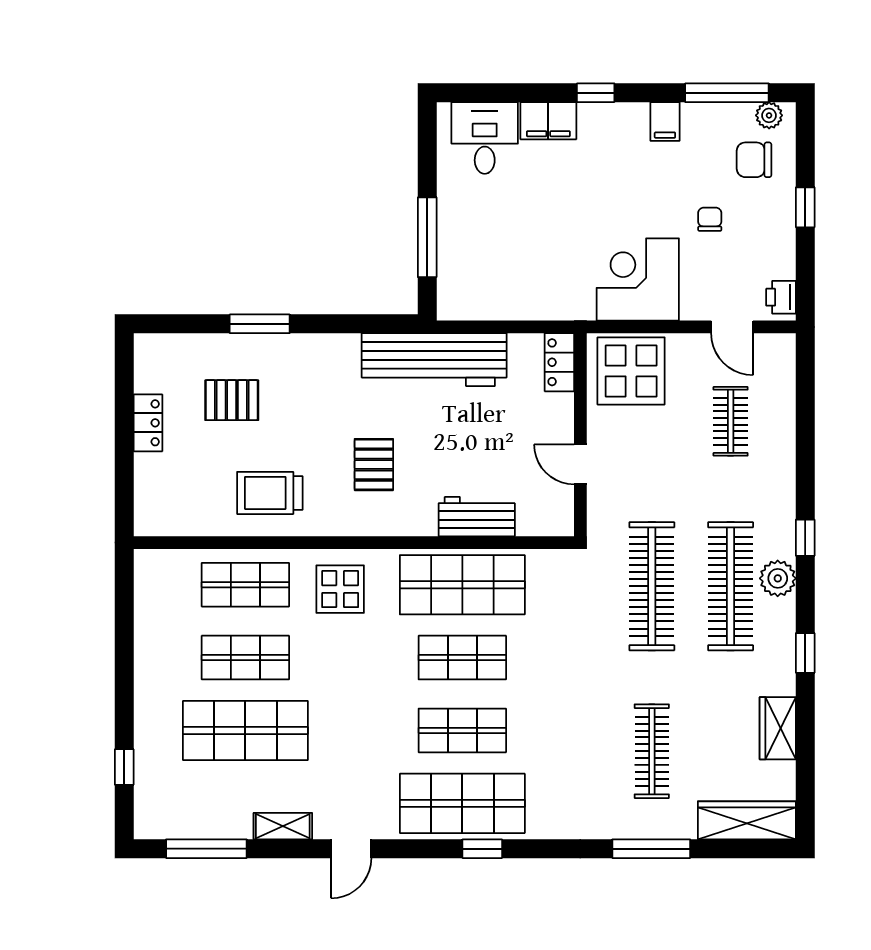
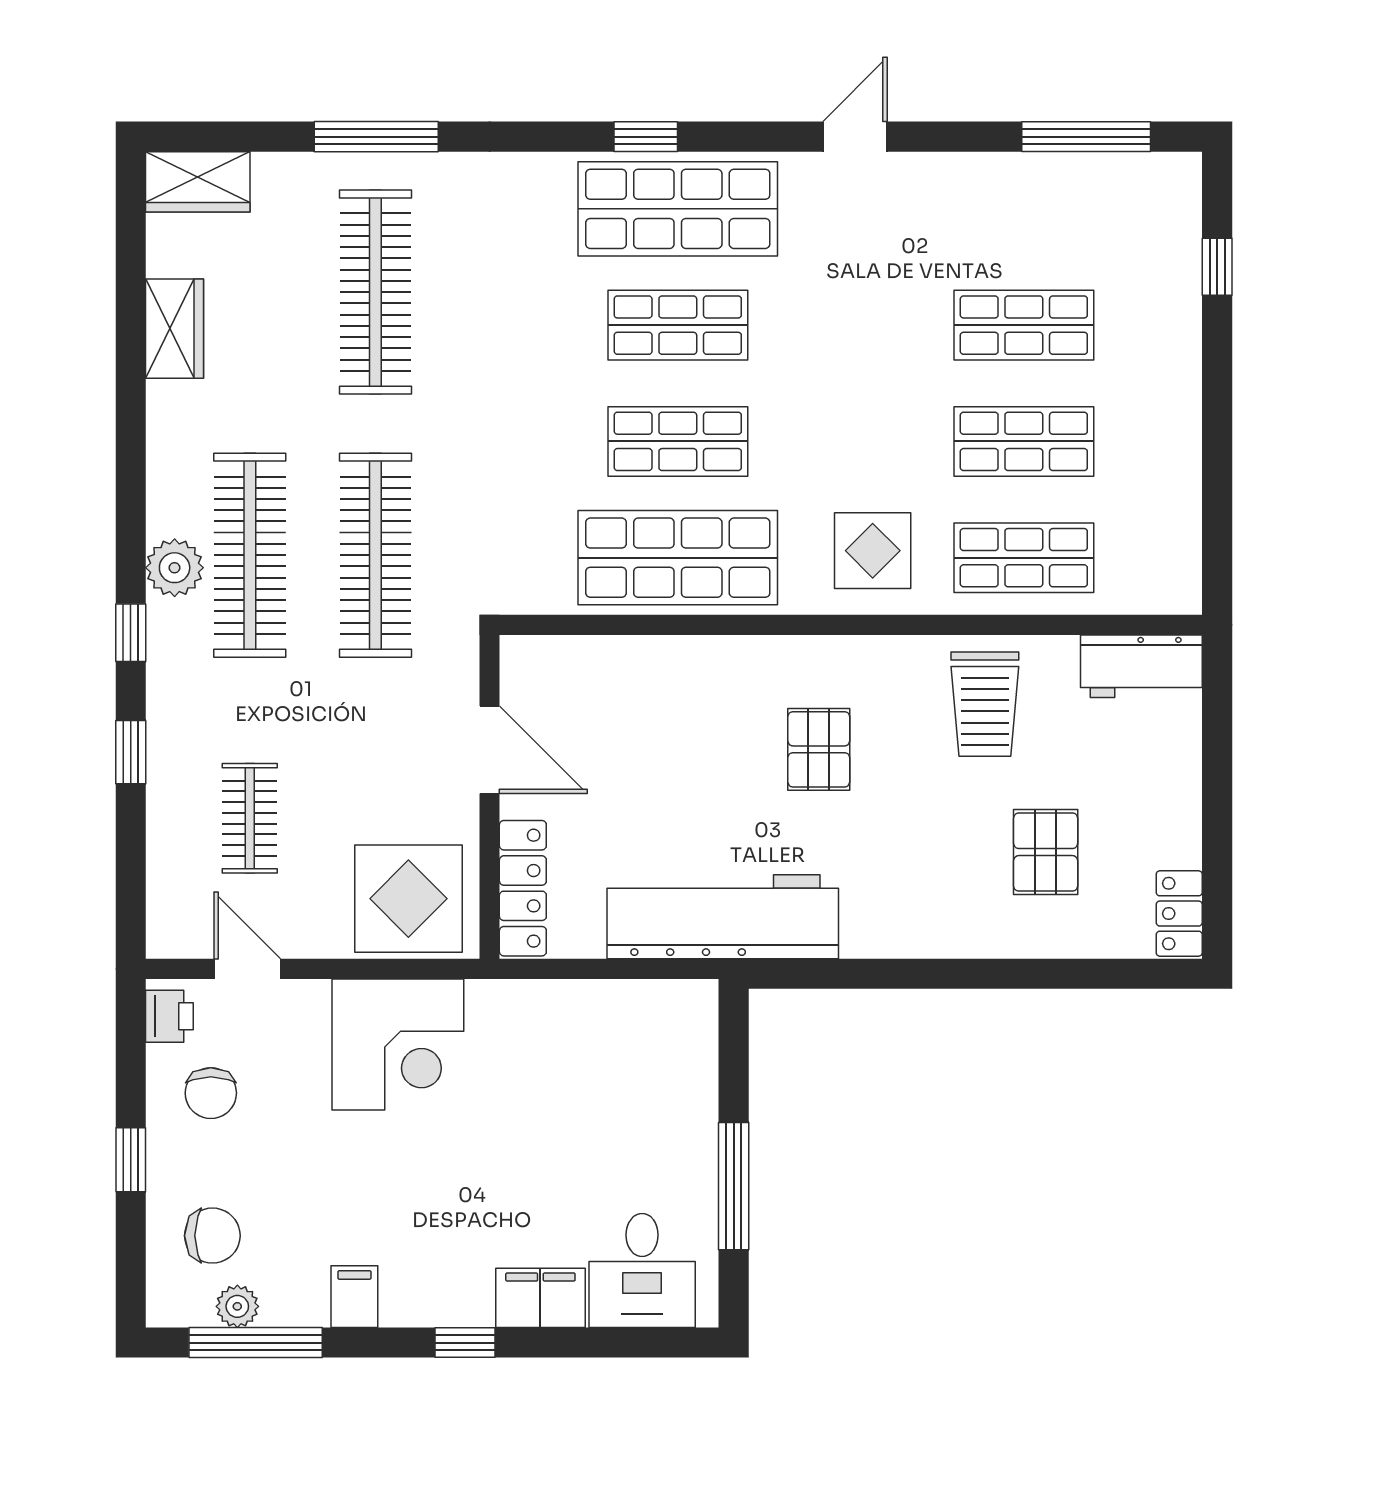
plant: (769, 115) -> (237, 1306), moved
chair: (710, 219) -> (211, 1093), moved, width x1.37, depth x1.37
window: (427, 237) -> (734, 1186), moved
window: (260, 324) -> (1001, 974), removed
locker: (559, 362) -> (523, 888), width x1.53
pallet: (232, 400) -> (1046, 852), turned 90
locker: (148, 423) -> (1179, 914), moved
door: (580, 464) -> (490, 750), width x1.37
trolley: (270, 493) -> (985, 704), turned 90
workbench: (477, 517) -> (1141, 666), moved
window: (805, 653) -> (131, 752), moved
shop shelf: (245, 730) -> (1024, 325), width x0.70, depth x0.74
clothes rail: (652, 751) -> (375, 292), width x1.37, depth x1.31
wardrobe: (747, 820) -> (198, 182), width x0.67
shelving: (283, 826) -> (964, 173), removed

